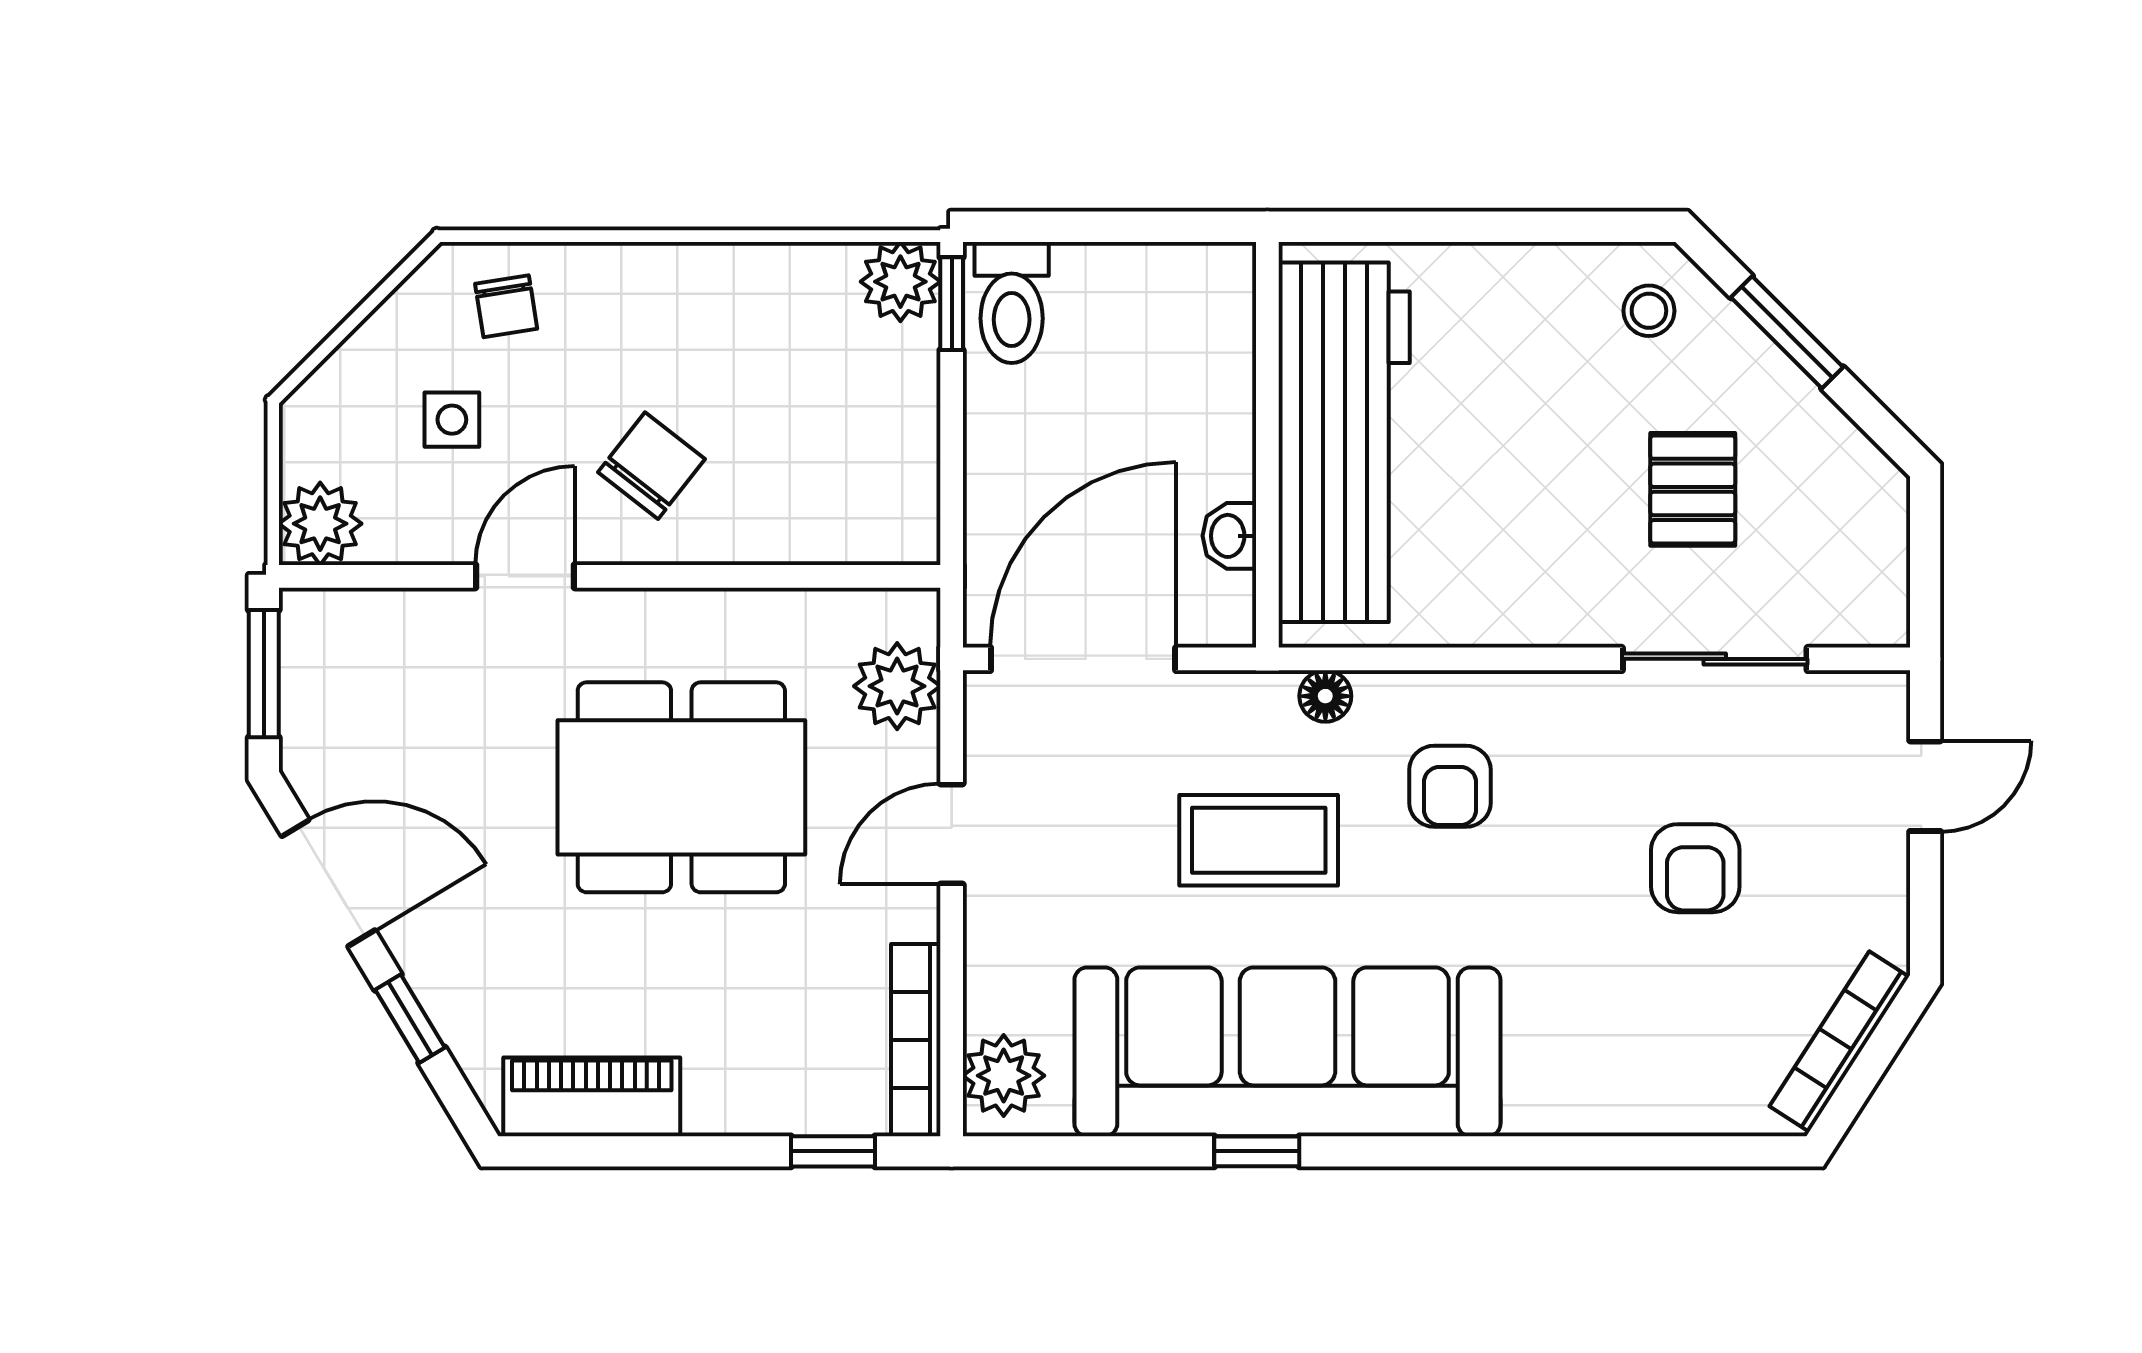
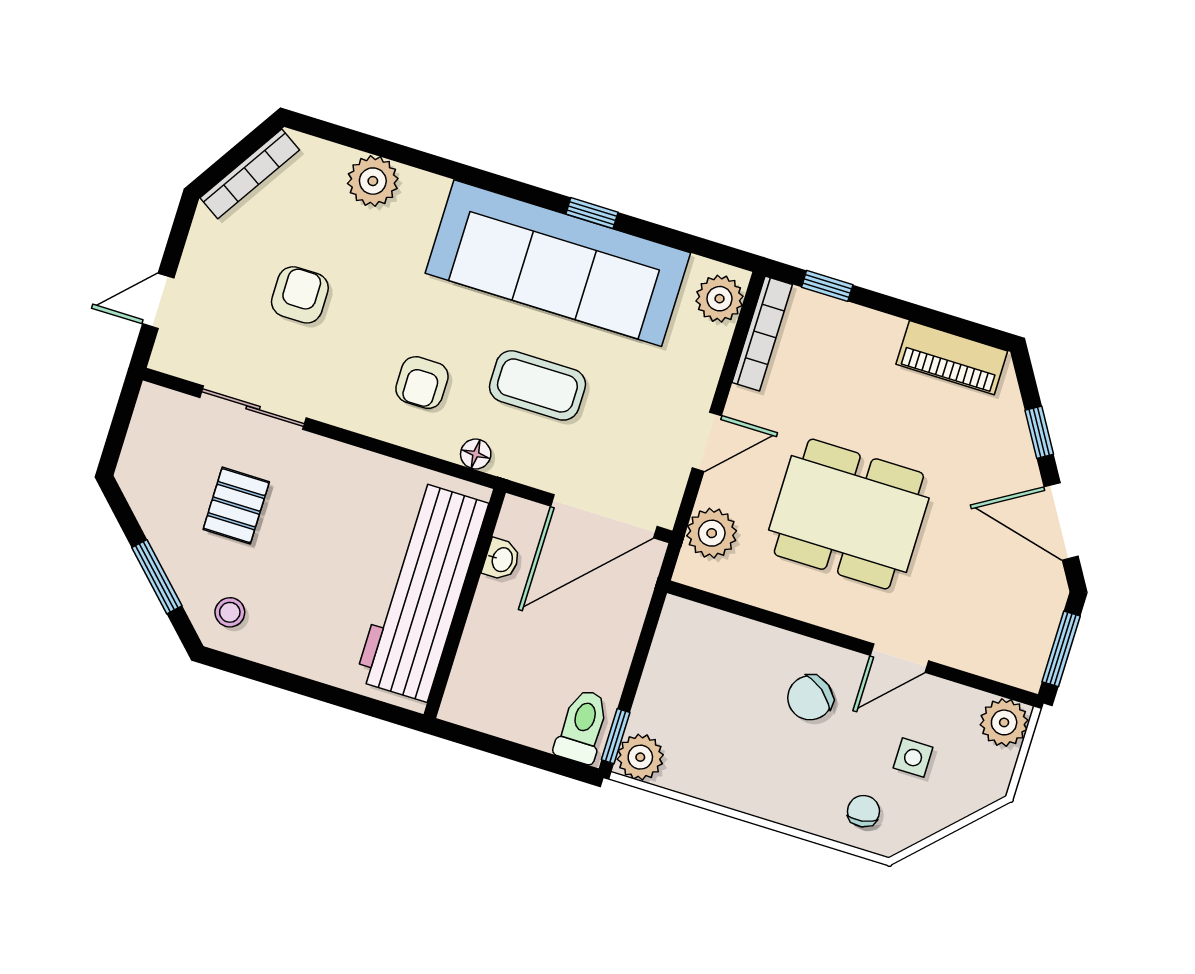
armchair: (1450, 786) -> (422, 383), turned 180
plant: (1633, 1092) -> (373, 181), added

